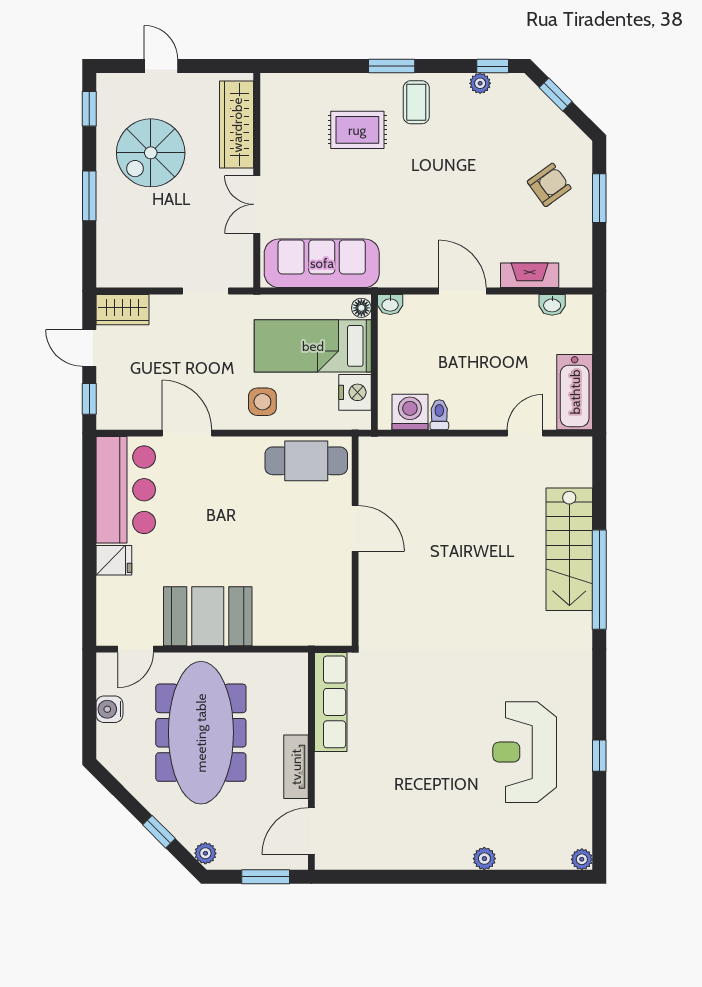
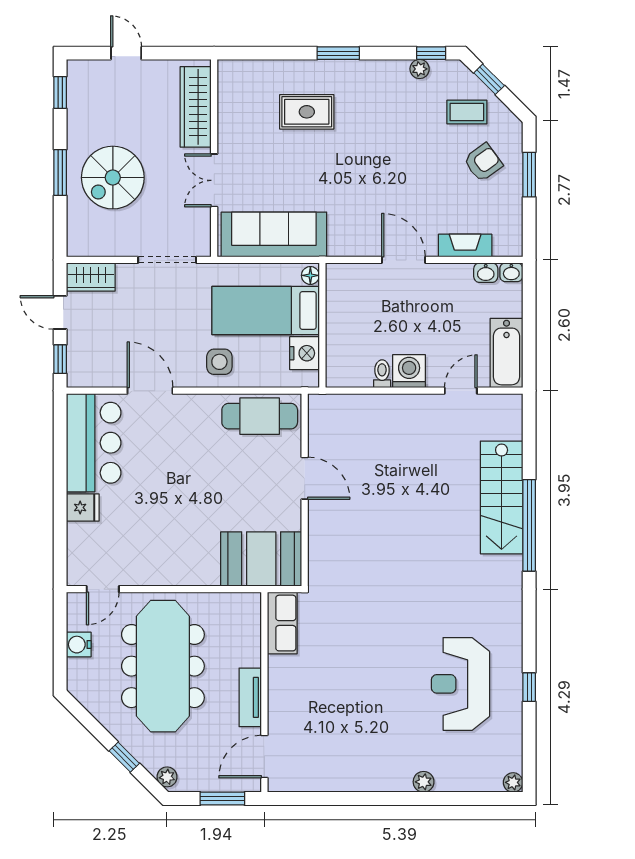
coffee table: (416, 102) -> (467, 112), moved, turned 90
spiral stairs: (151, 153) -> (113, 178), moved
doorway: (206, 291) -> (167, 260), width x1.38
washbasin: (390, 304) -> (511, 272), moved
washing machine: (410, 412) -> (409, 371), moved
booth: (208, 616) -> (261, 559), moved
row of seats: (331, 702) -> (282, 623), width x0.68

